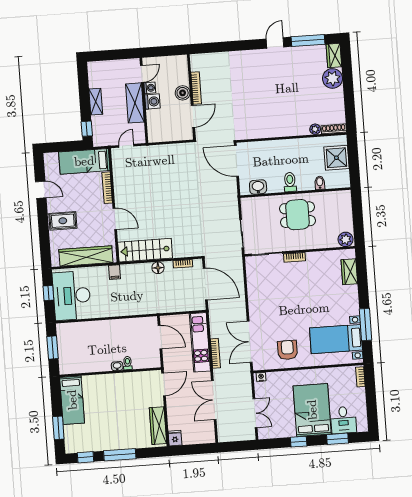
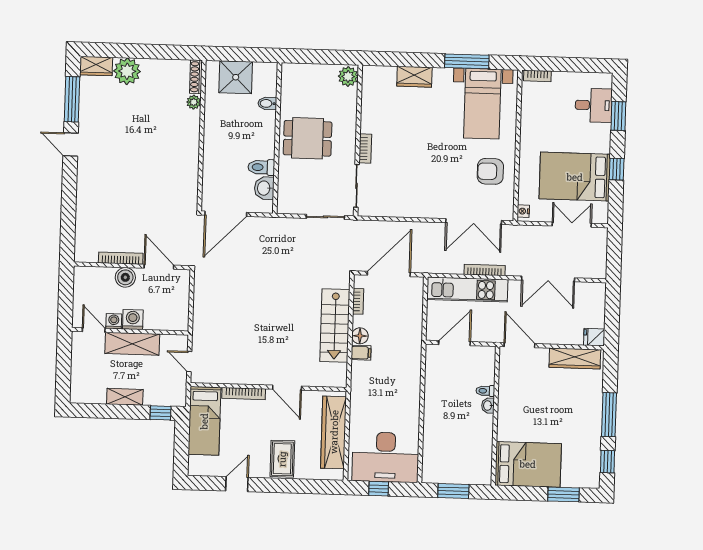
toilet: (290, 182) -> (261, 167), moved
dining table: (297, 215) -> (308, 138), turned 90
door: (115, 219) -> (287, 388), swing flipped
stairs: (145, 250) -> (335, 326), moved
filing cabinet: (115, 272) -> (361, 353), moved
wardrobe: (349, 272) -> (414, 77), moved
bed: (72, 400) -> (528, 464), width x1.50
bed: (312, 410) -> (575, 177), moved

